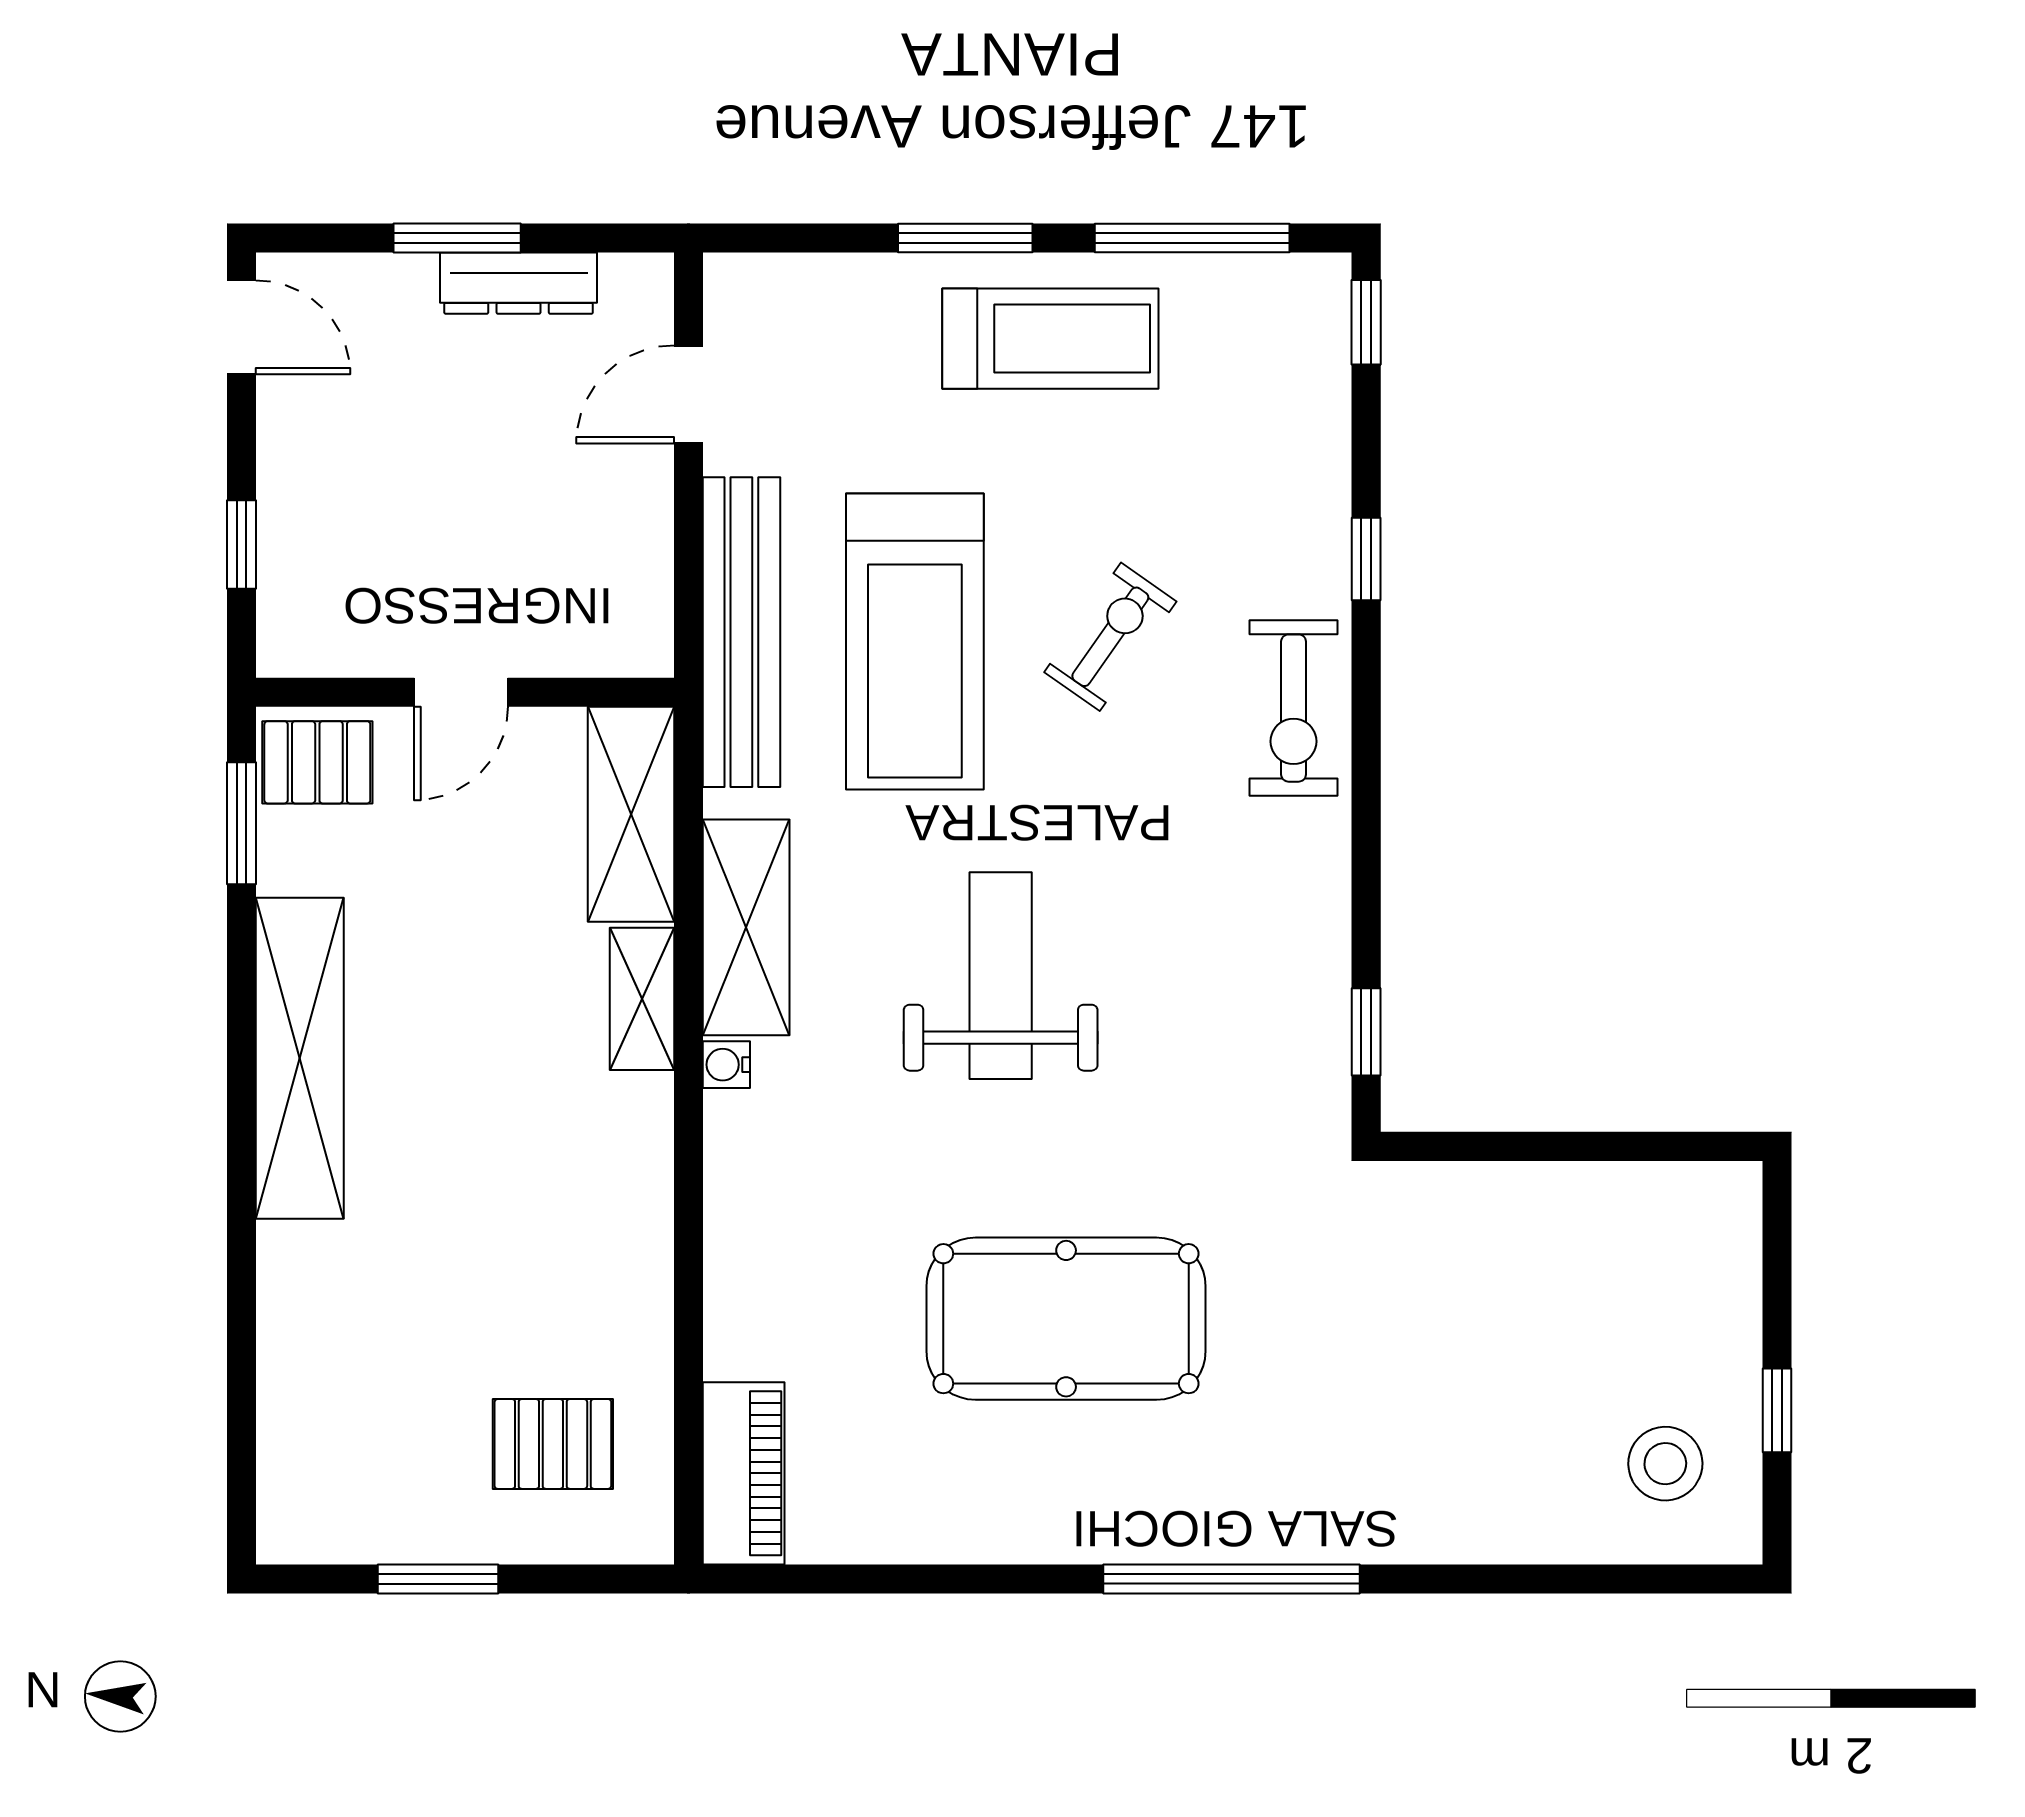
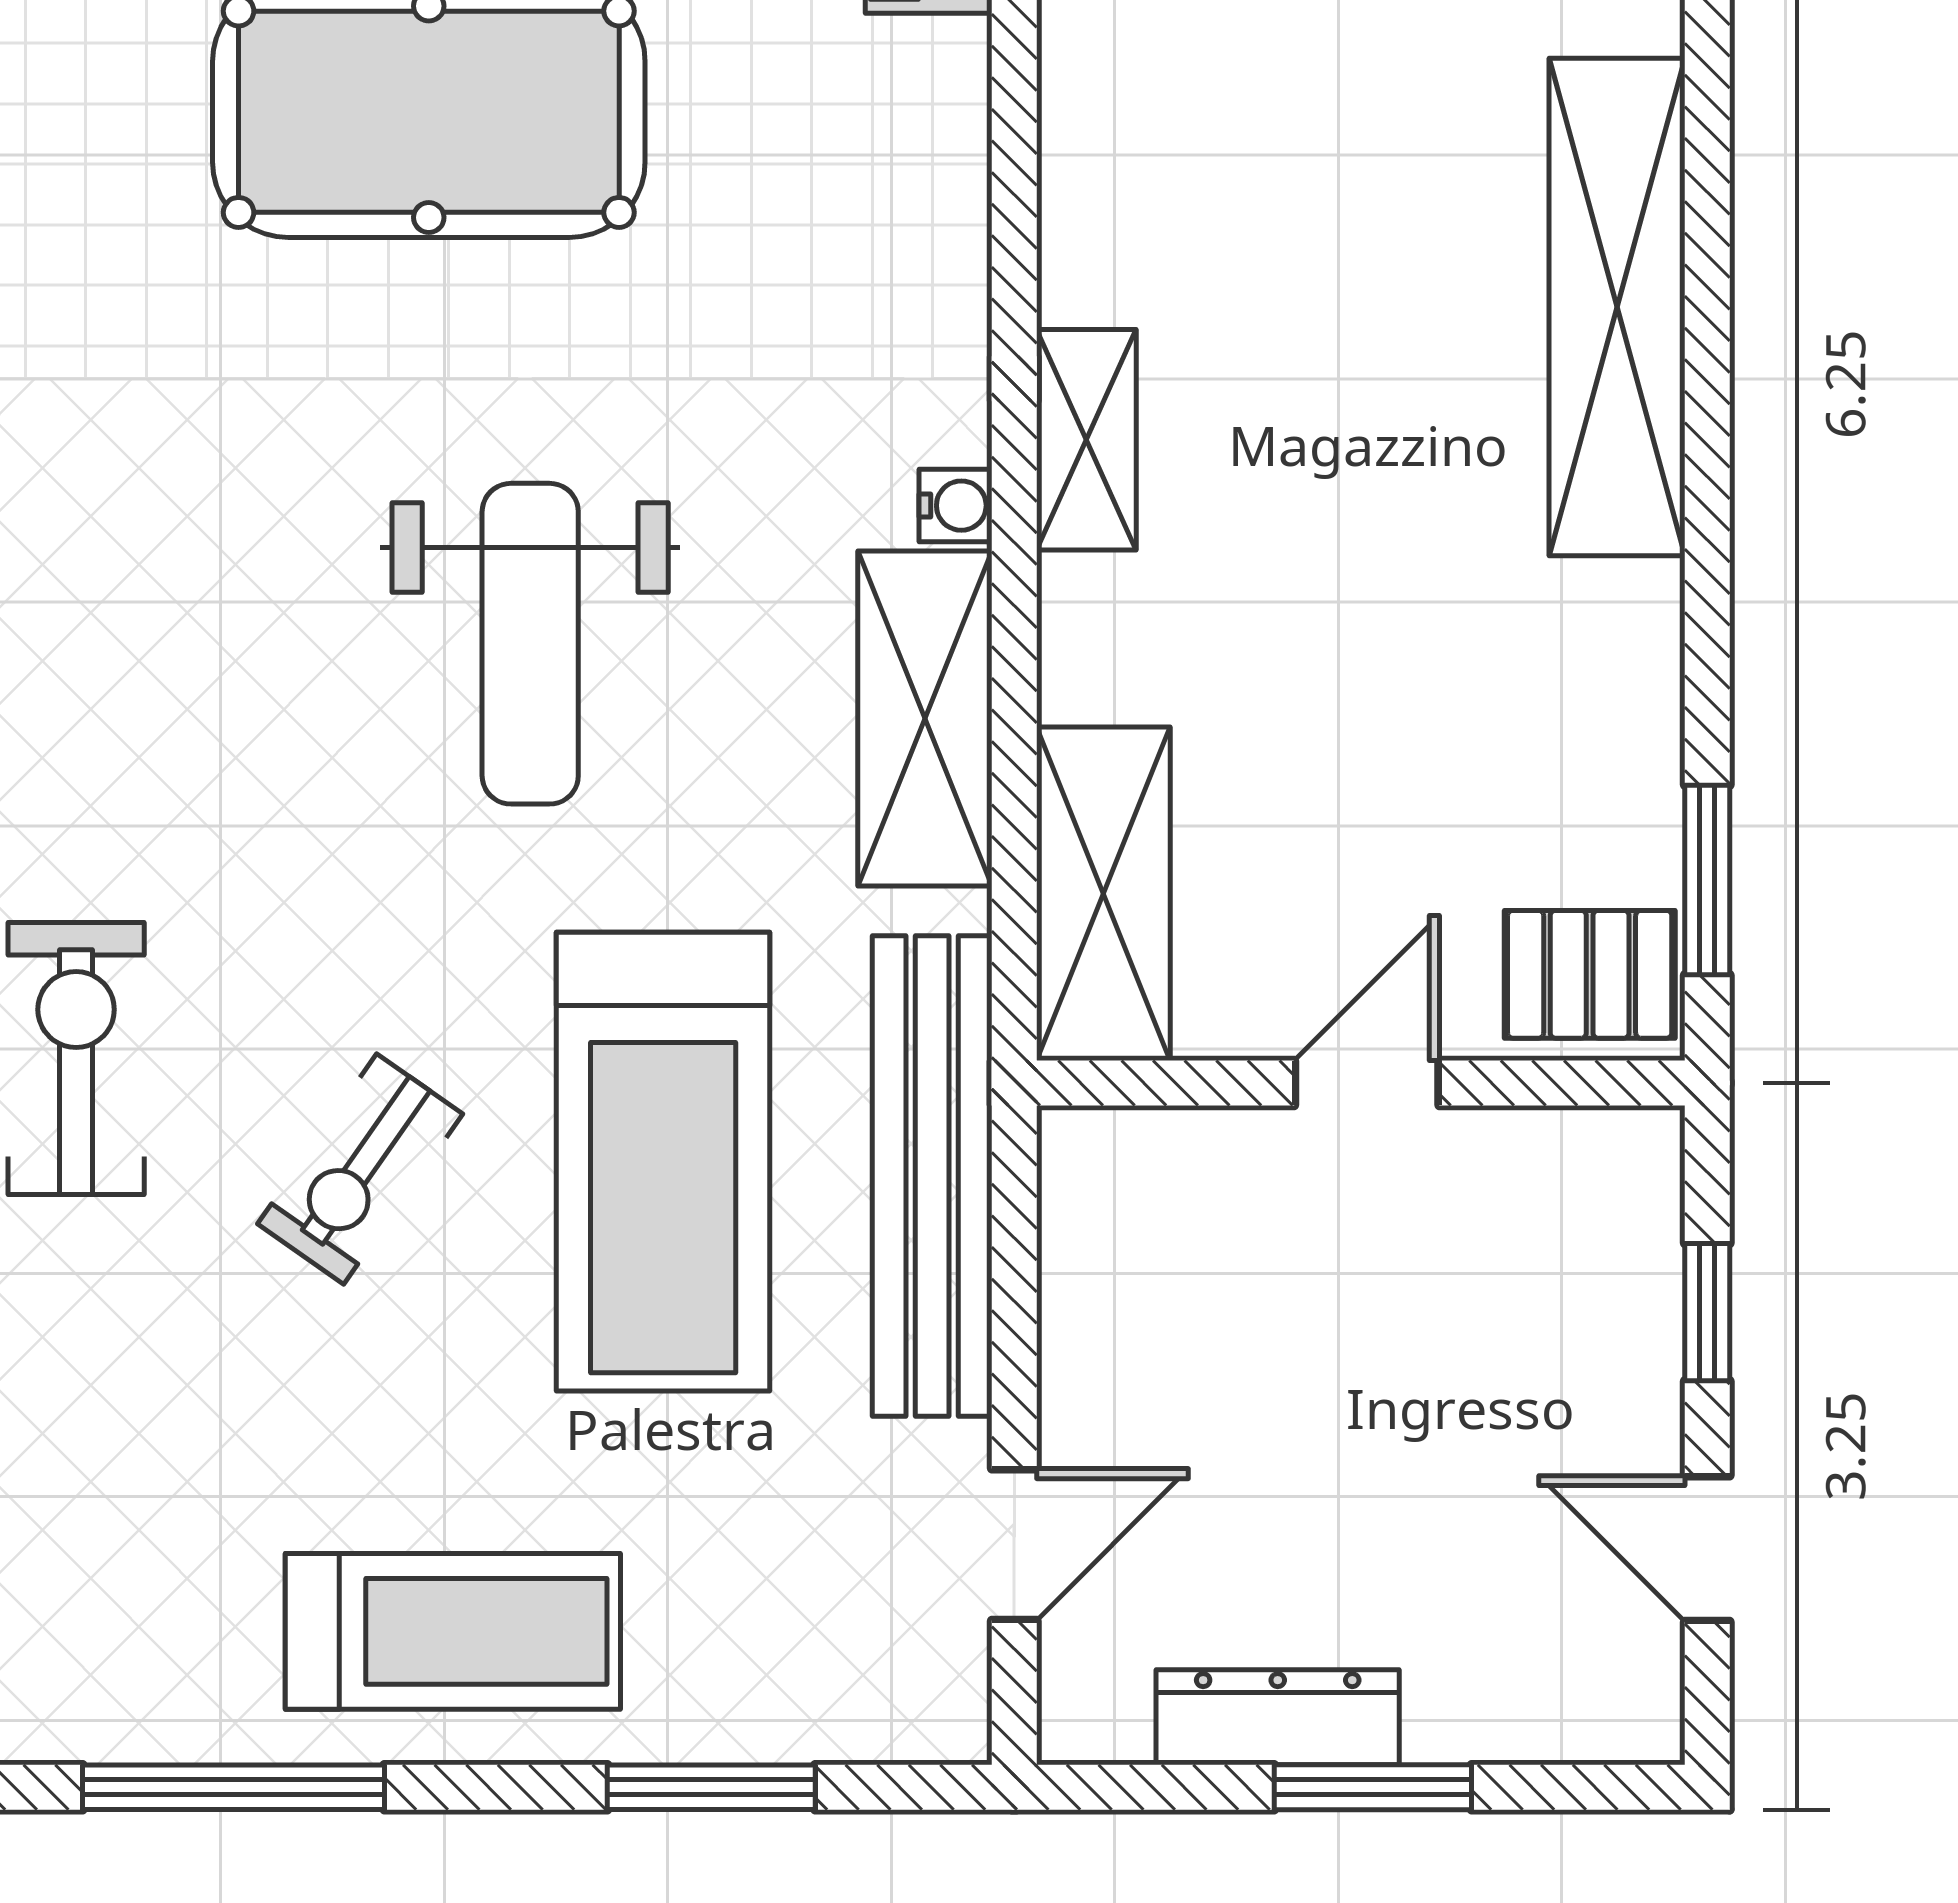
window: (965, 238) -> (711, 1787), moved
door: (241, 327) -> (1707, 1549), moved
treadmill: (1050, 339) -> (453, 1631), turned 180
treadmill: (915, 641) -> (663, 1162), turned 180
shelving: (642, 999) -> (1086, 440), moved
shelving: (300, 1058) -> (1617, 307), moved

